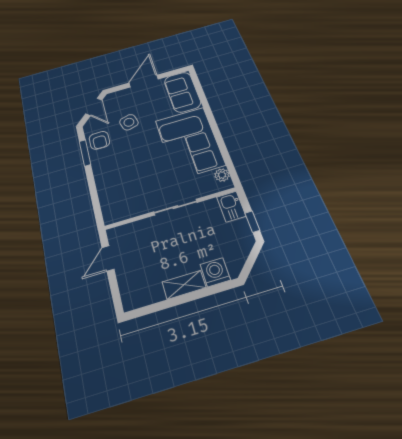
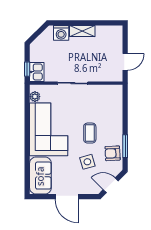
door: (144, 81) -> (67, 197), hinge flipped
door: (94, 107) -> (111, 185), hinge flipped
armchair: (99, 140) -> (113, 153), turned -93
coffee table: (135, 154) -> (90, 133), added
window: (252, 222) -> (27, 69), moved

